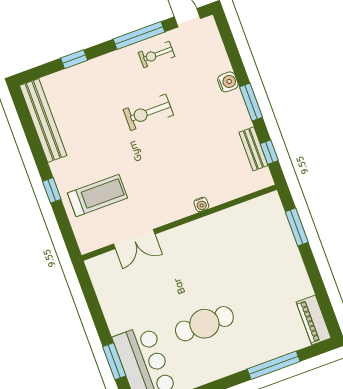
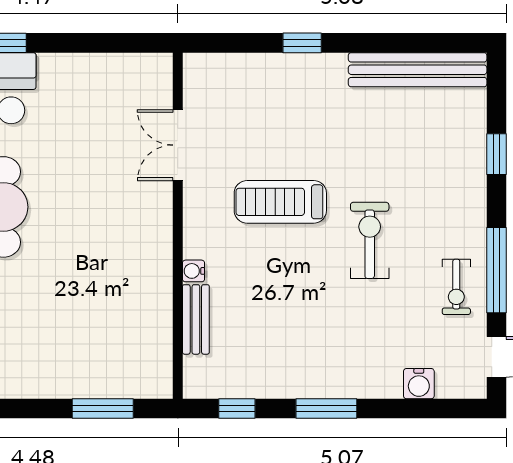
exercise bike: (157, 54) -> (456, 287), turned 180
water cooler: (228, 82) -> (419, 384), moved
bench: (254, 149) -> (196, 319), moved, turned 90
treadmill: (97, 195) -> (280, 202), moved, turned 90

